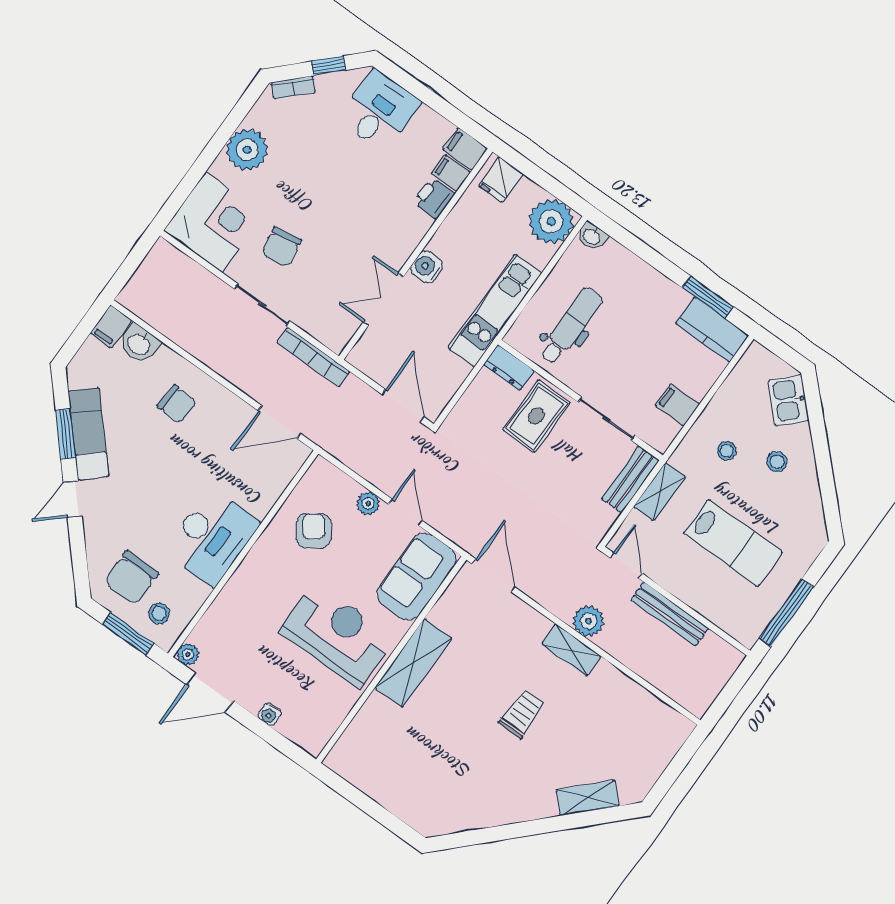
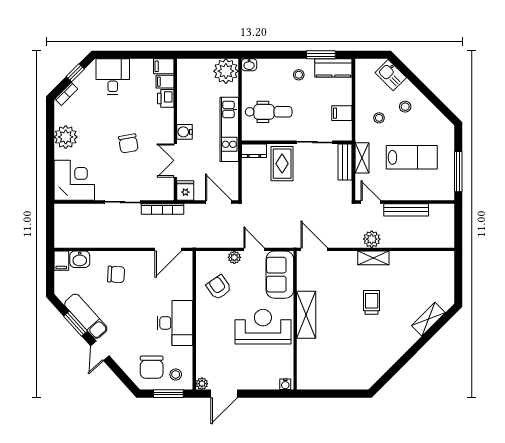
fridge: (501, 180) -> (185, 191), moved, turned 180
chair: (282, 247) -> (128, 143), moved
stool: (654, 303) -> (299, 75), added
dental chair: (571, 326) -> (269, 112), turned 90
water cooler: (269, 714) -> (285, 384), moved

